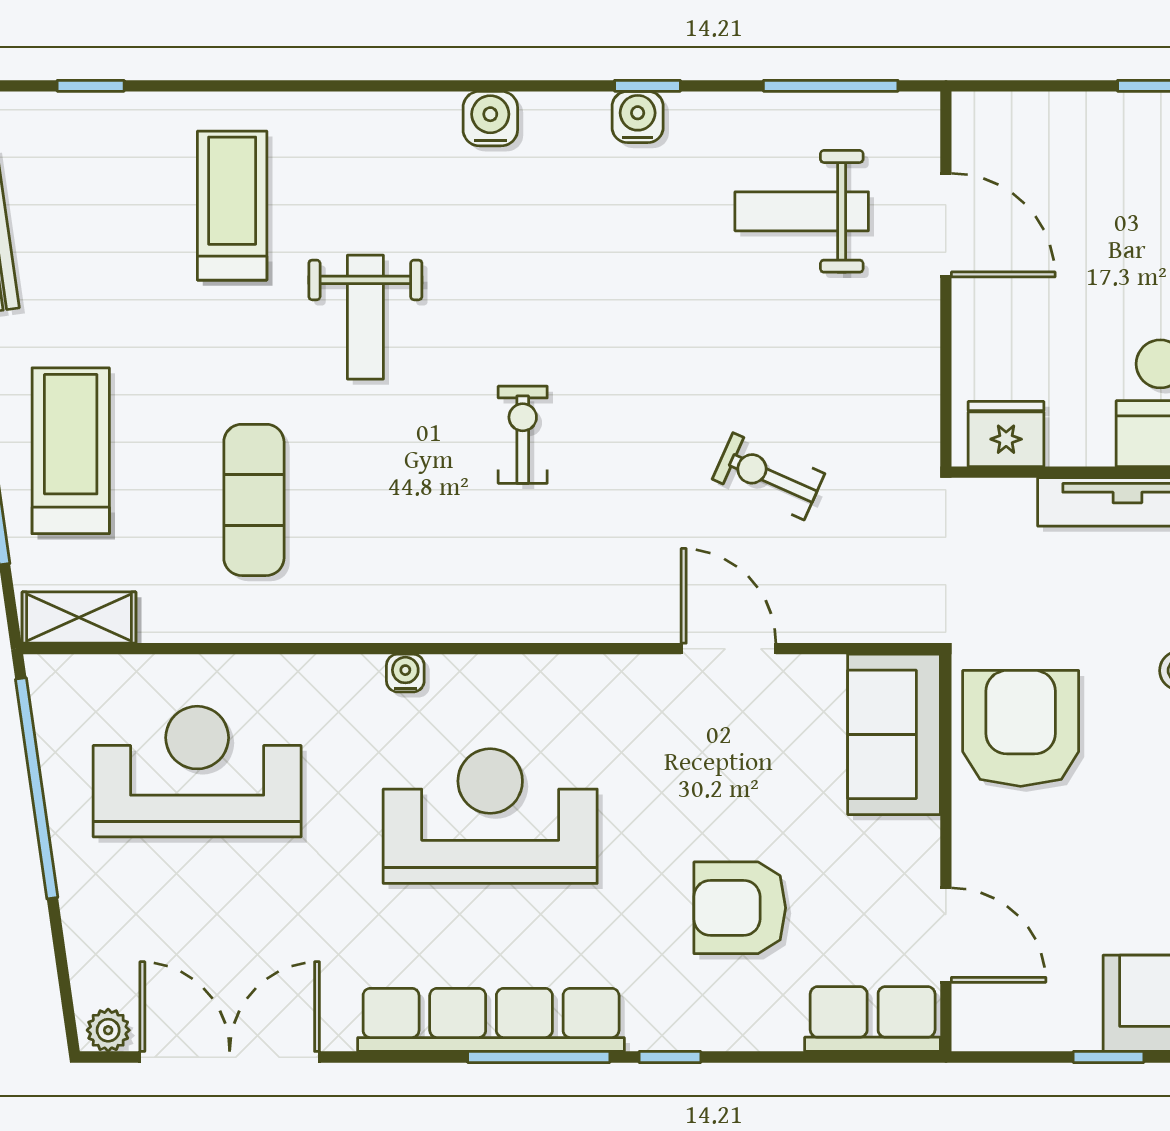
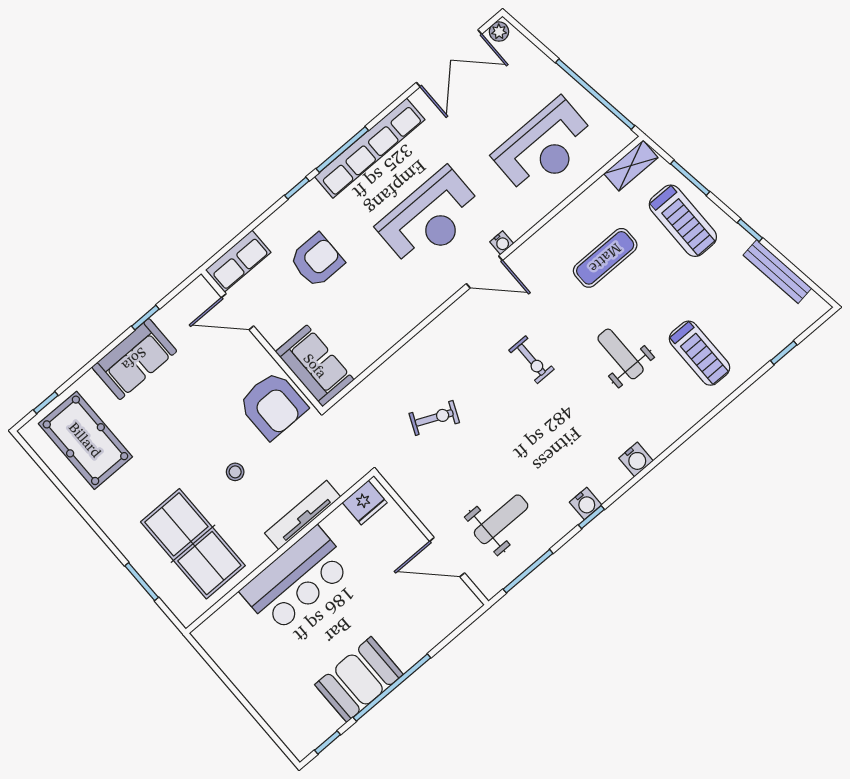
exercise mat: (254, 500) -> (605, 258), turned 90
door: (728, 649) -> (484, 272), moved

